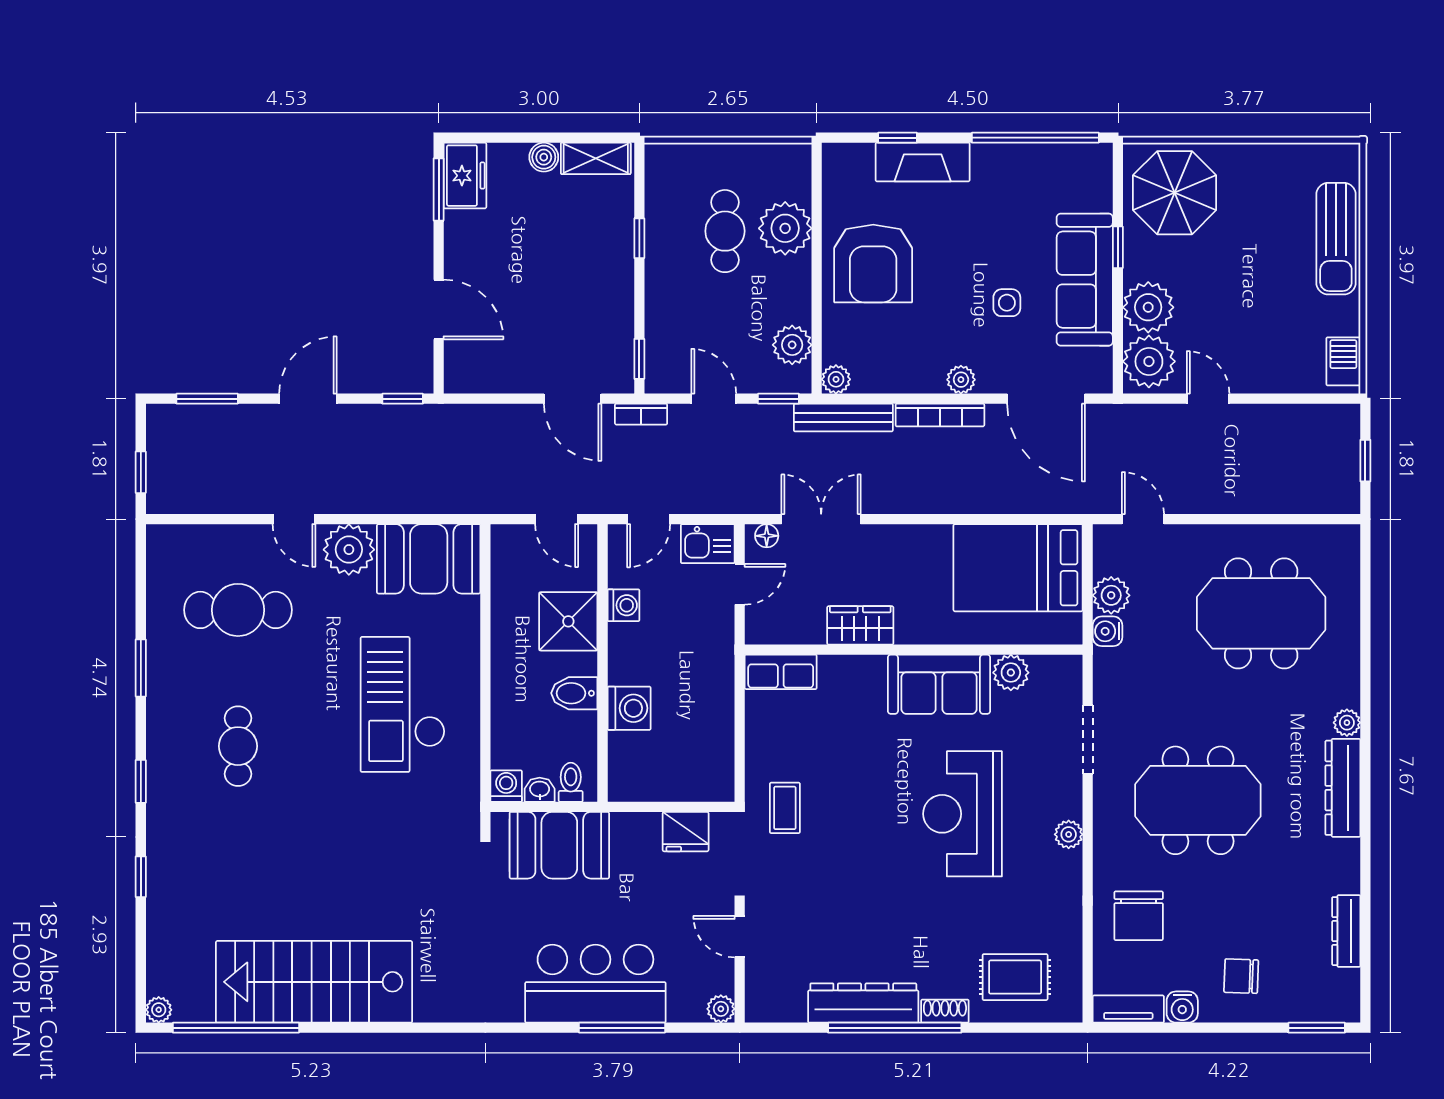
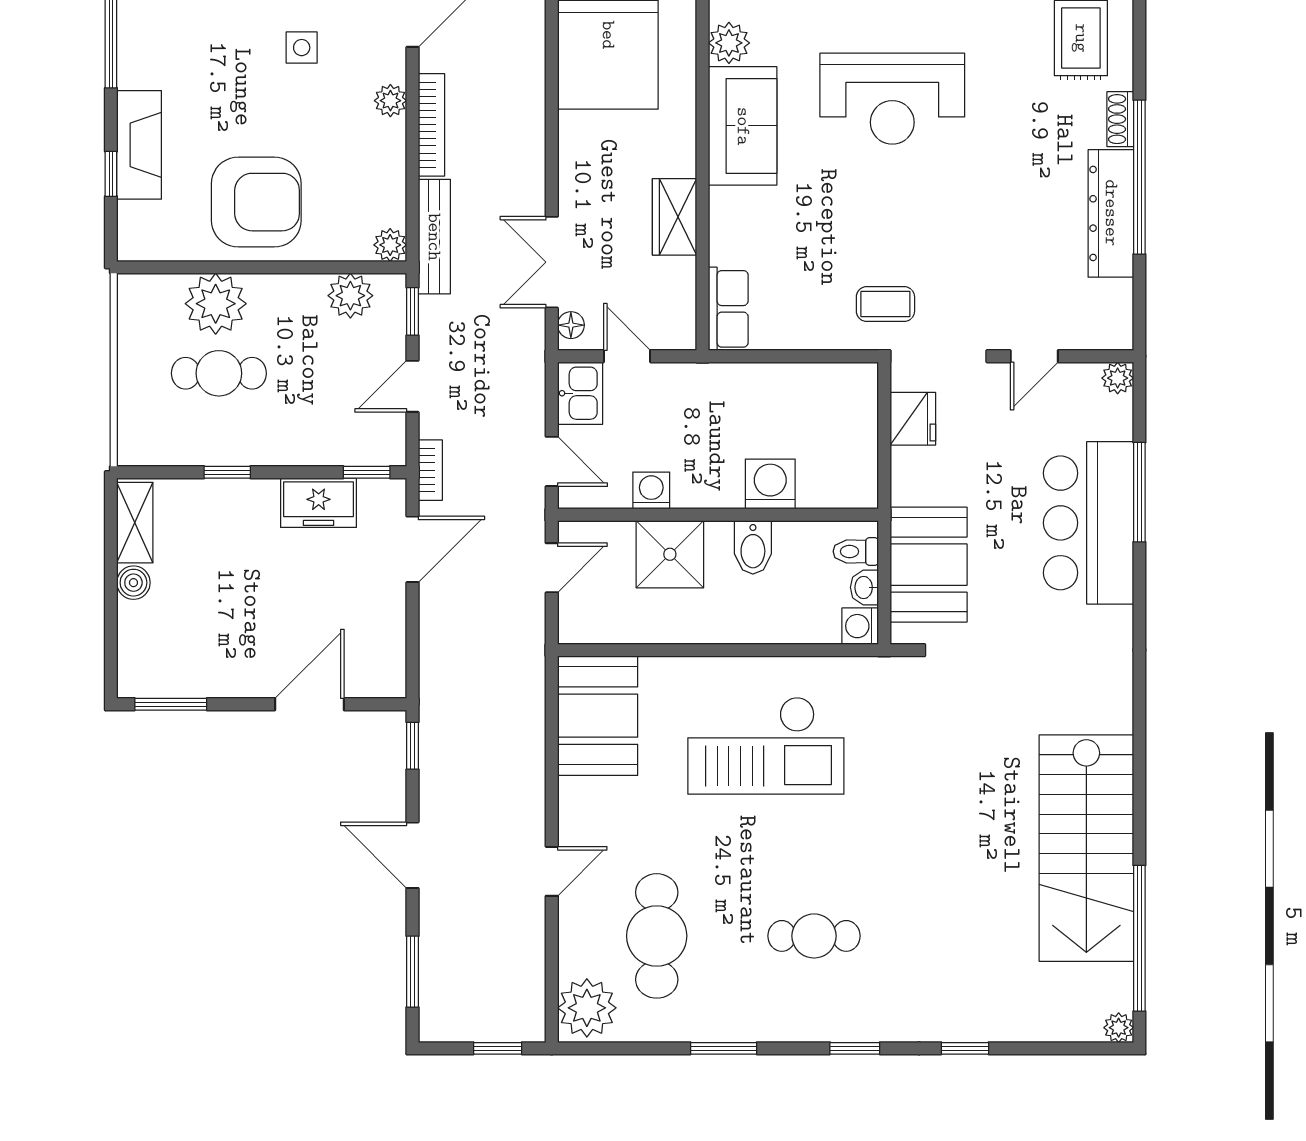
freezer: (465, 176) -> (319, 503), moved, turned 180
plant: (349, 550) -> (587, 1008), moved

